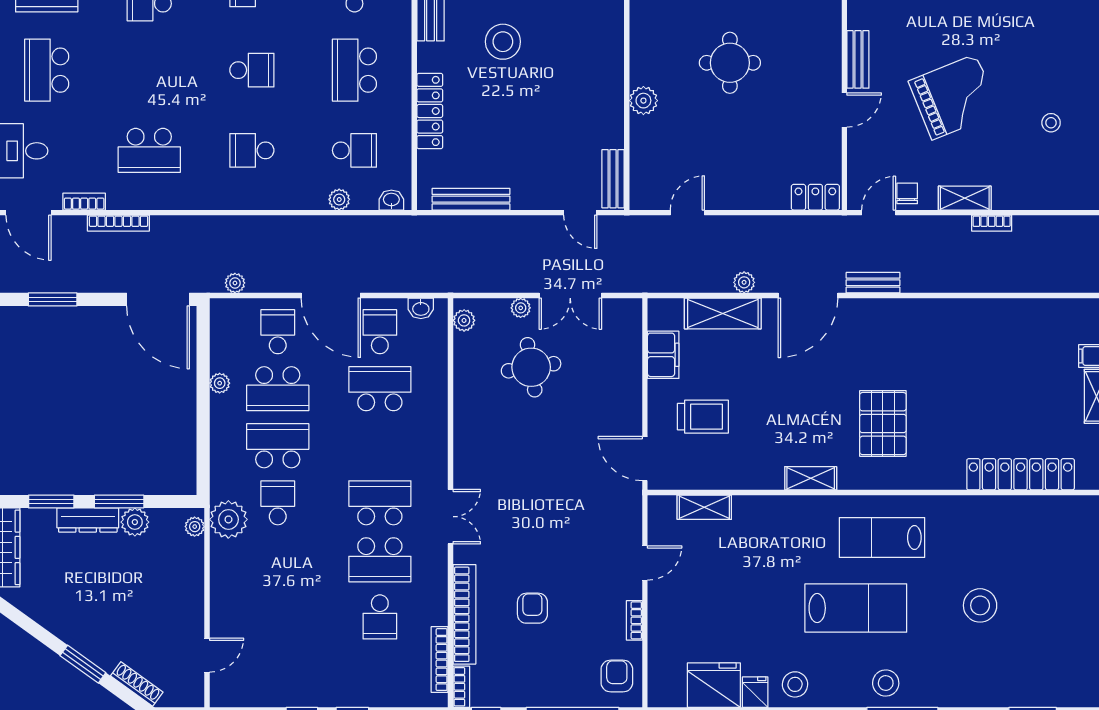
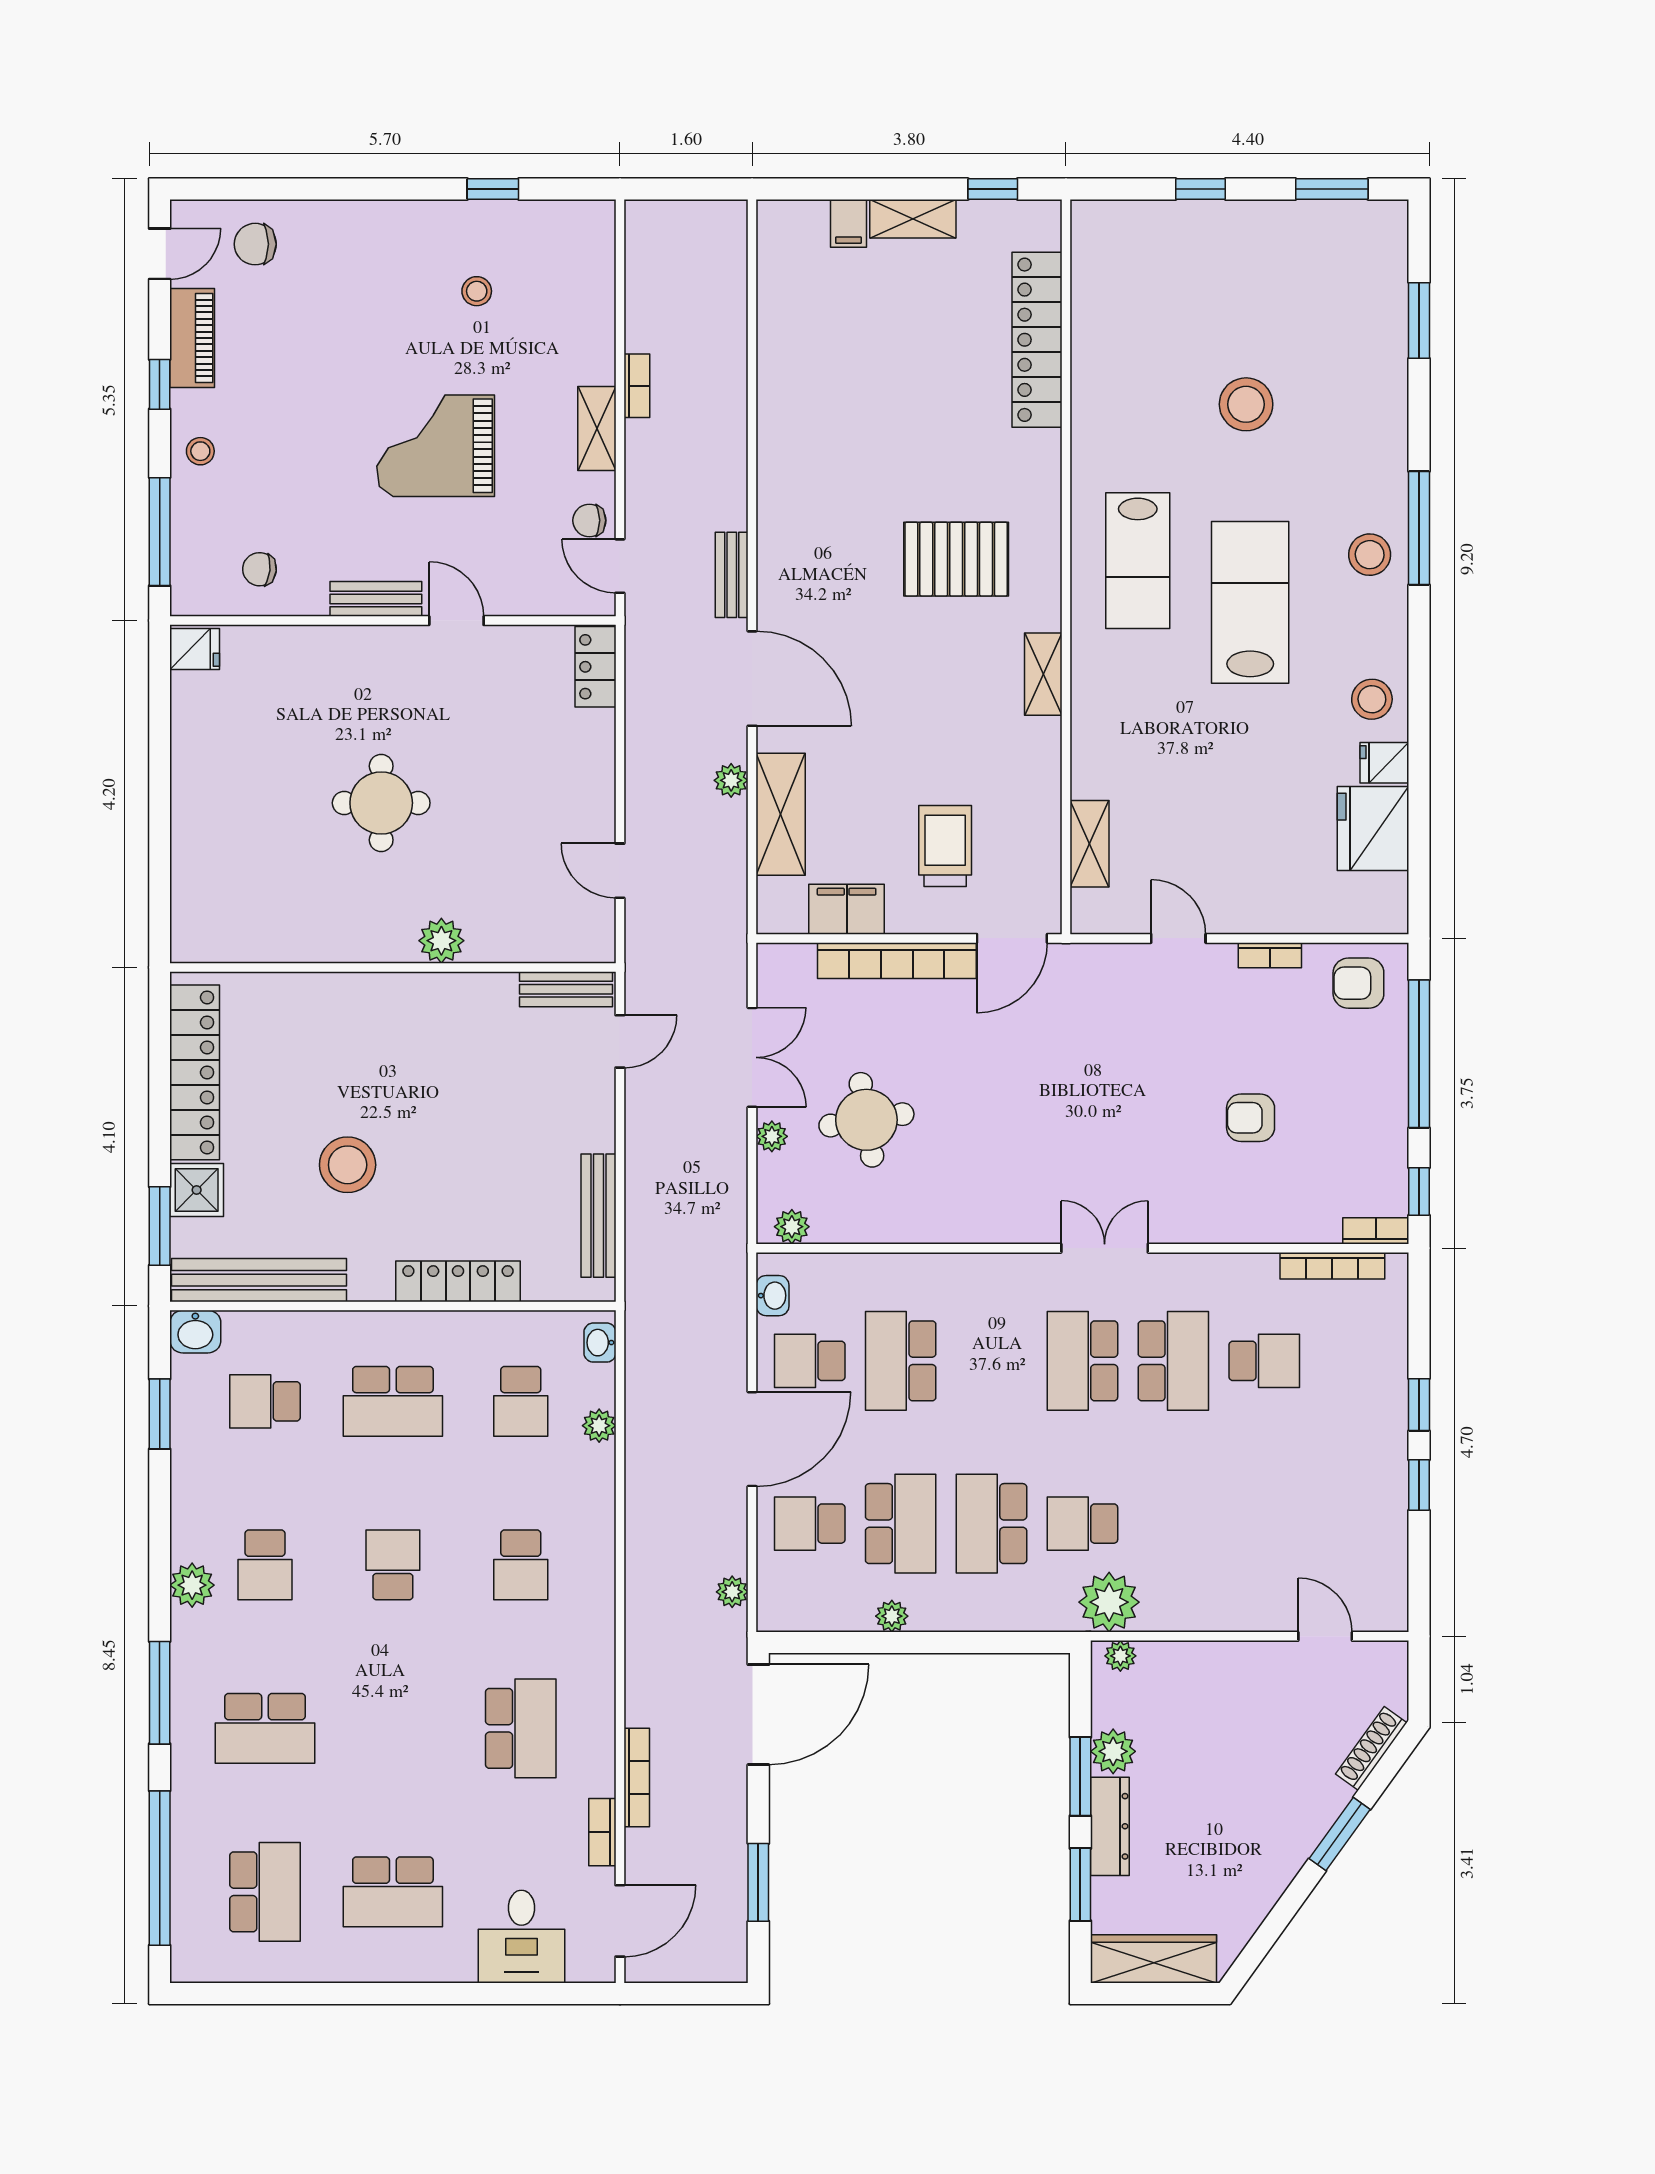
grand piano: (954, 97) -> (436, 446), turned -68
school desk: (354, 150) -> (521, 1401), turned 180
bookcase: (464, 614) -> (897, 961), moved, turned 180

